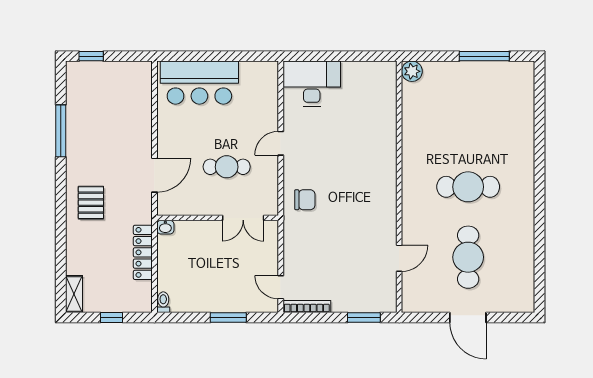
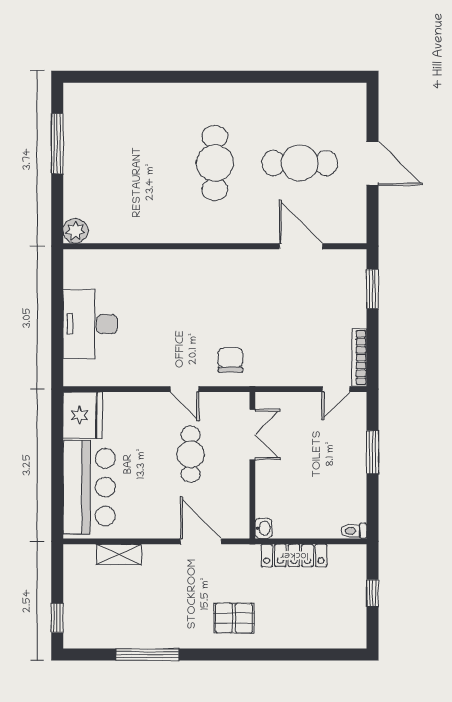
fridge: (259, 77) -> (83, 415), added
desk: (312, 84) -> (90, 324), moved
door: (281, 143) -> (185, 389), moved
door: (399, 258) -> (301, 246), width x1.38
shelving: (74, 294) -> (119, 554), moved
door: (468, 318) -> (373, 163), hinge flipped

